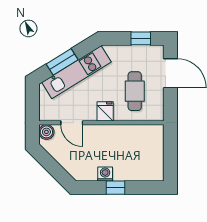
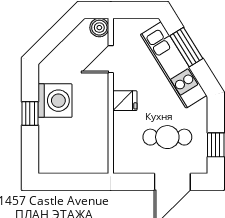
cafe table: (135, 91) -> (167, 137), moved
washing machine: (105, 174) -> (55, 101), width x1.89, depth x1.89

